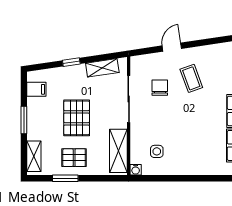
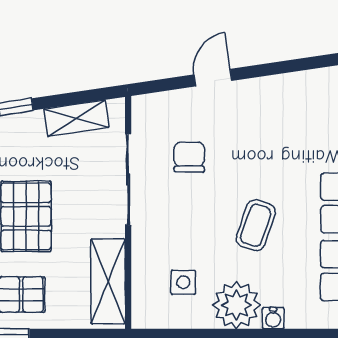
coffee table: (191, 78) -> (256, 225), moved, turned 39
plant: (184, 163) -> (236, 305), added
water cooler: (136, 170) -> (273, 318), moved

